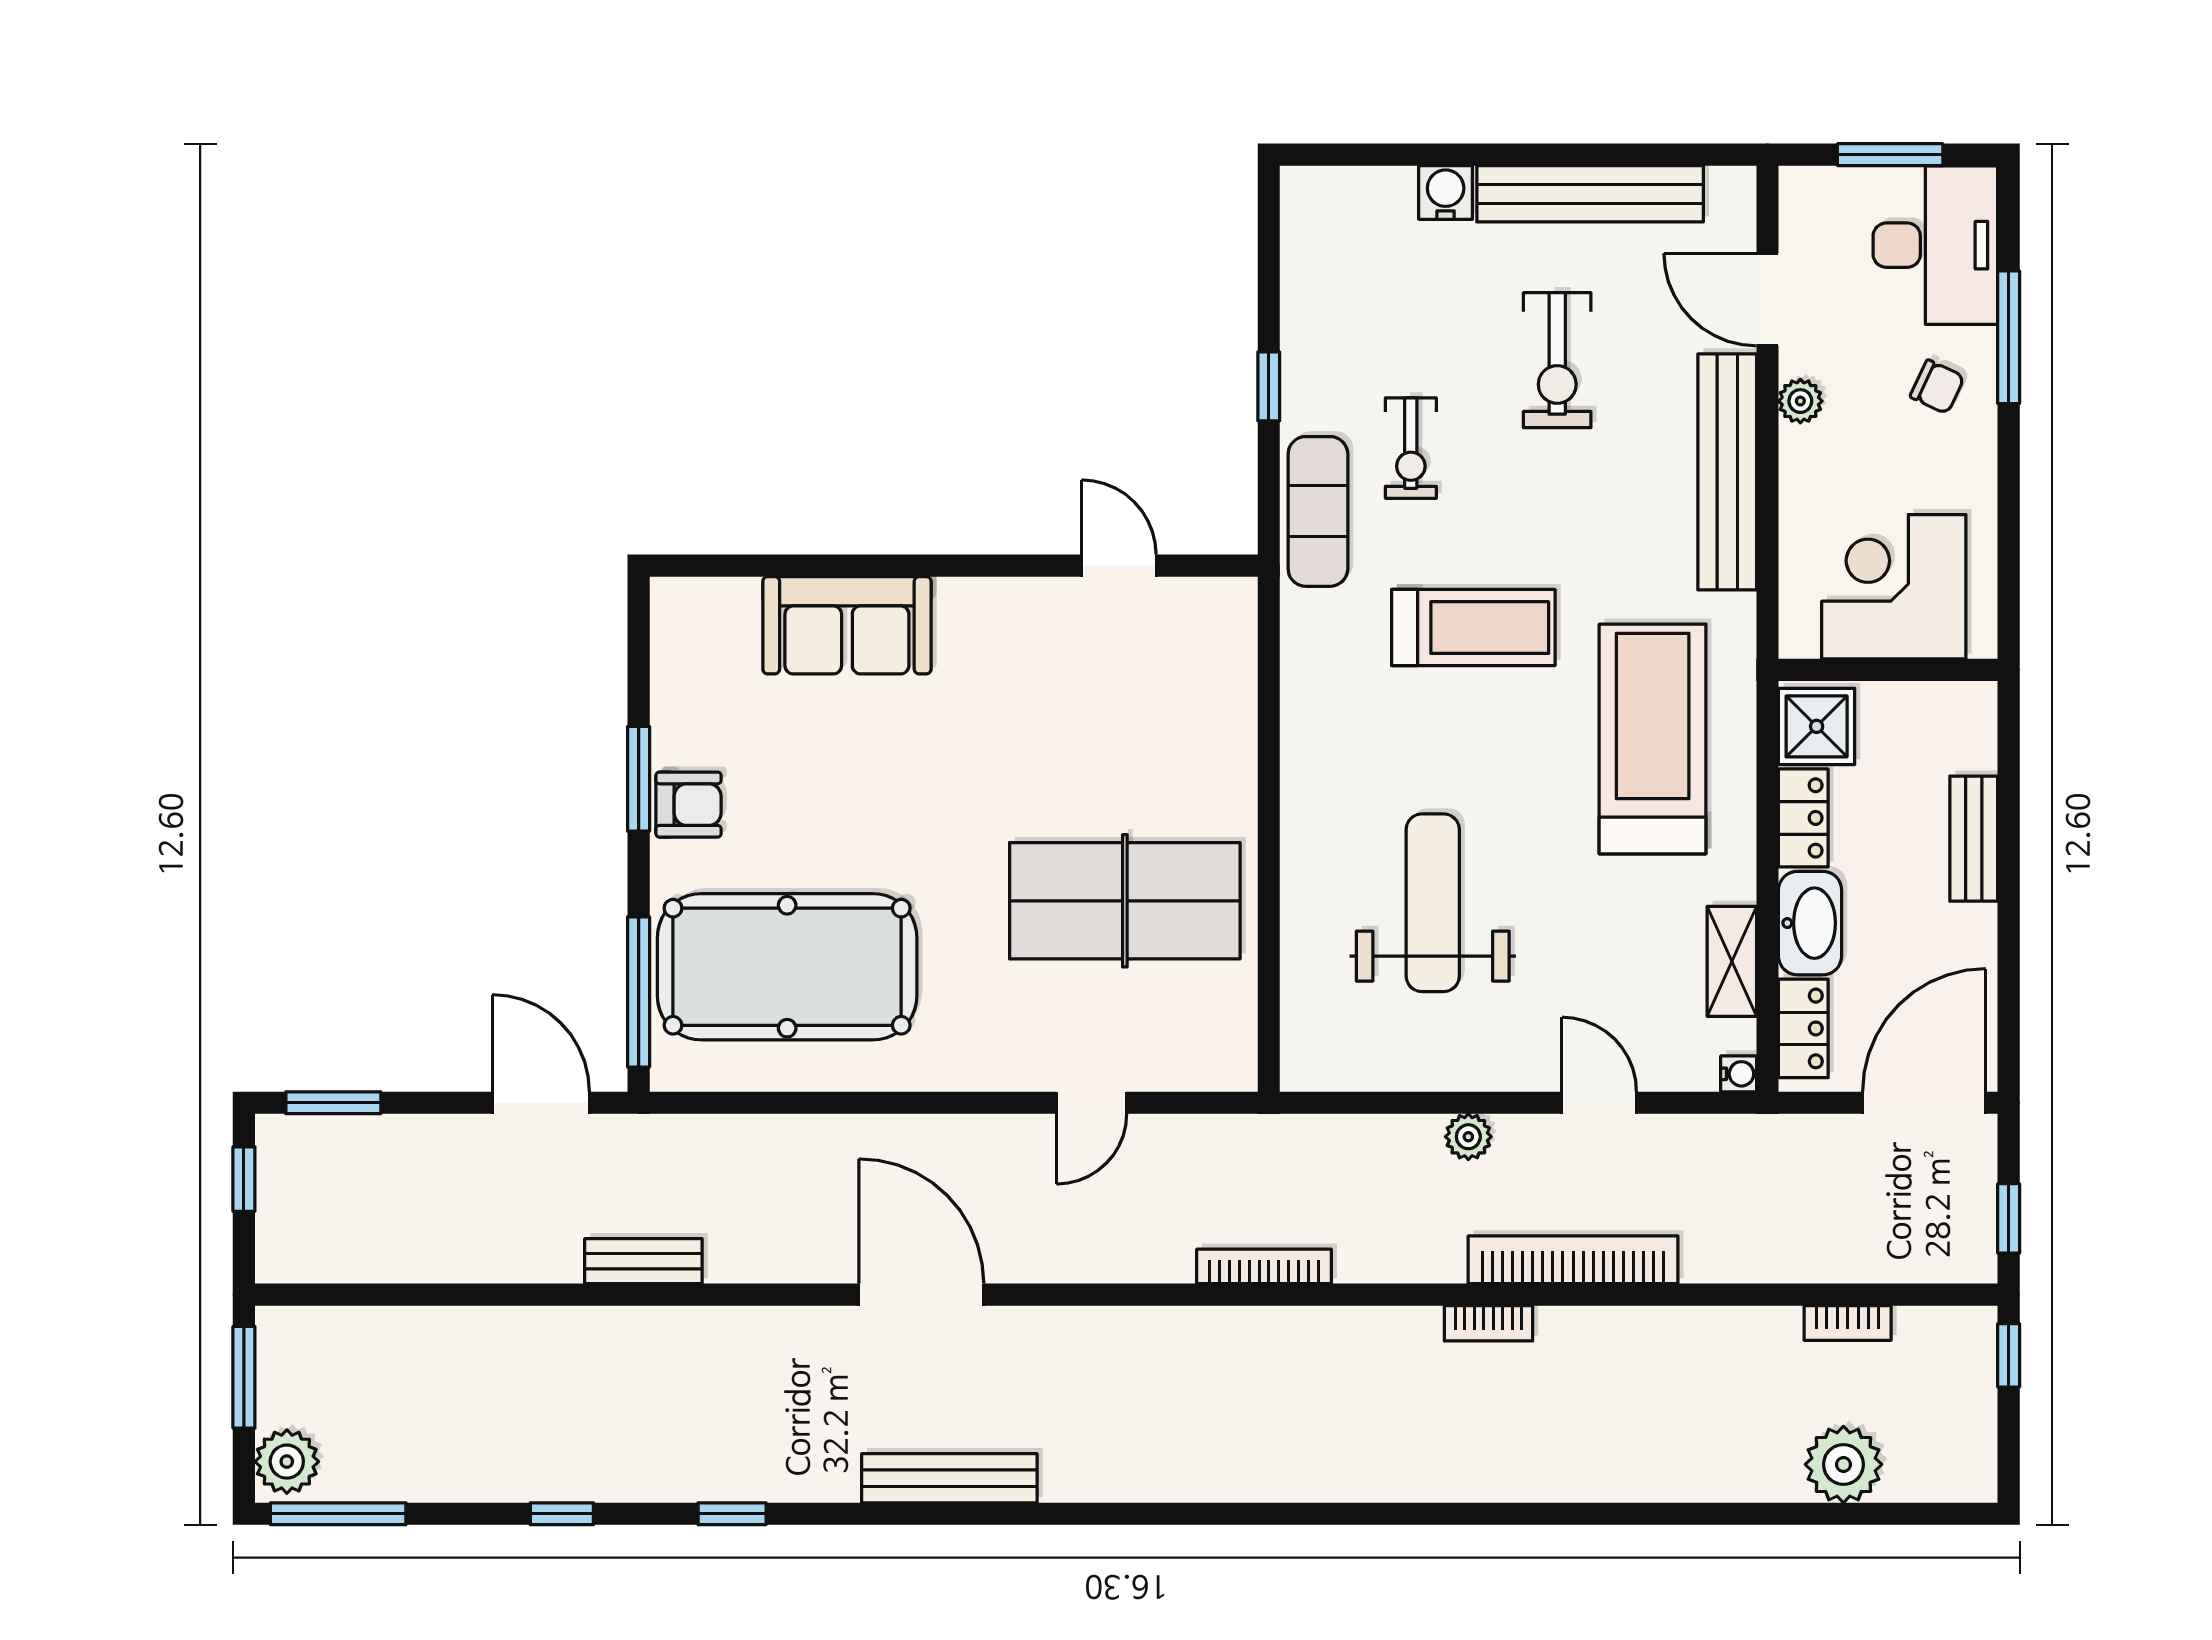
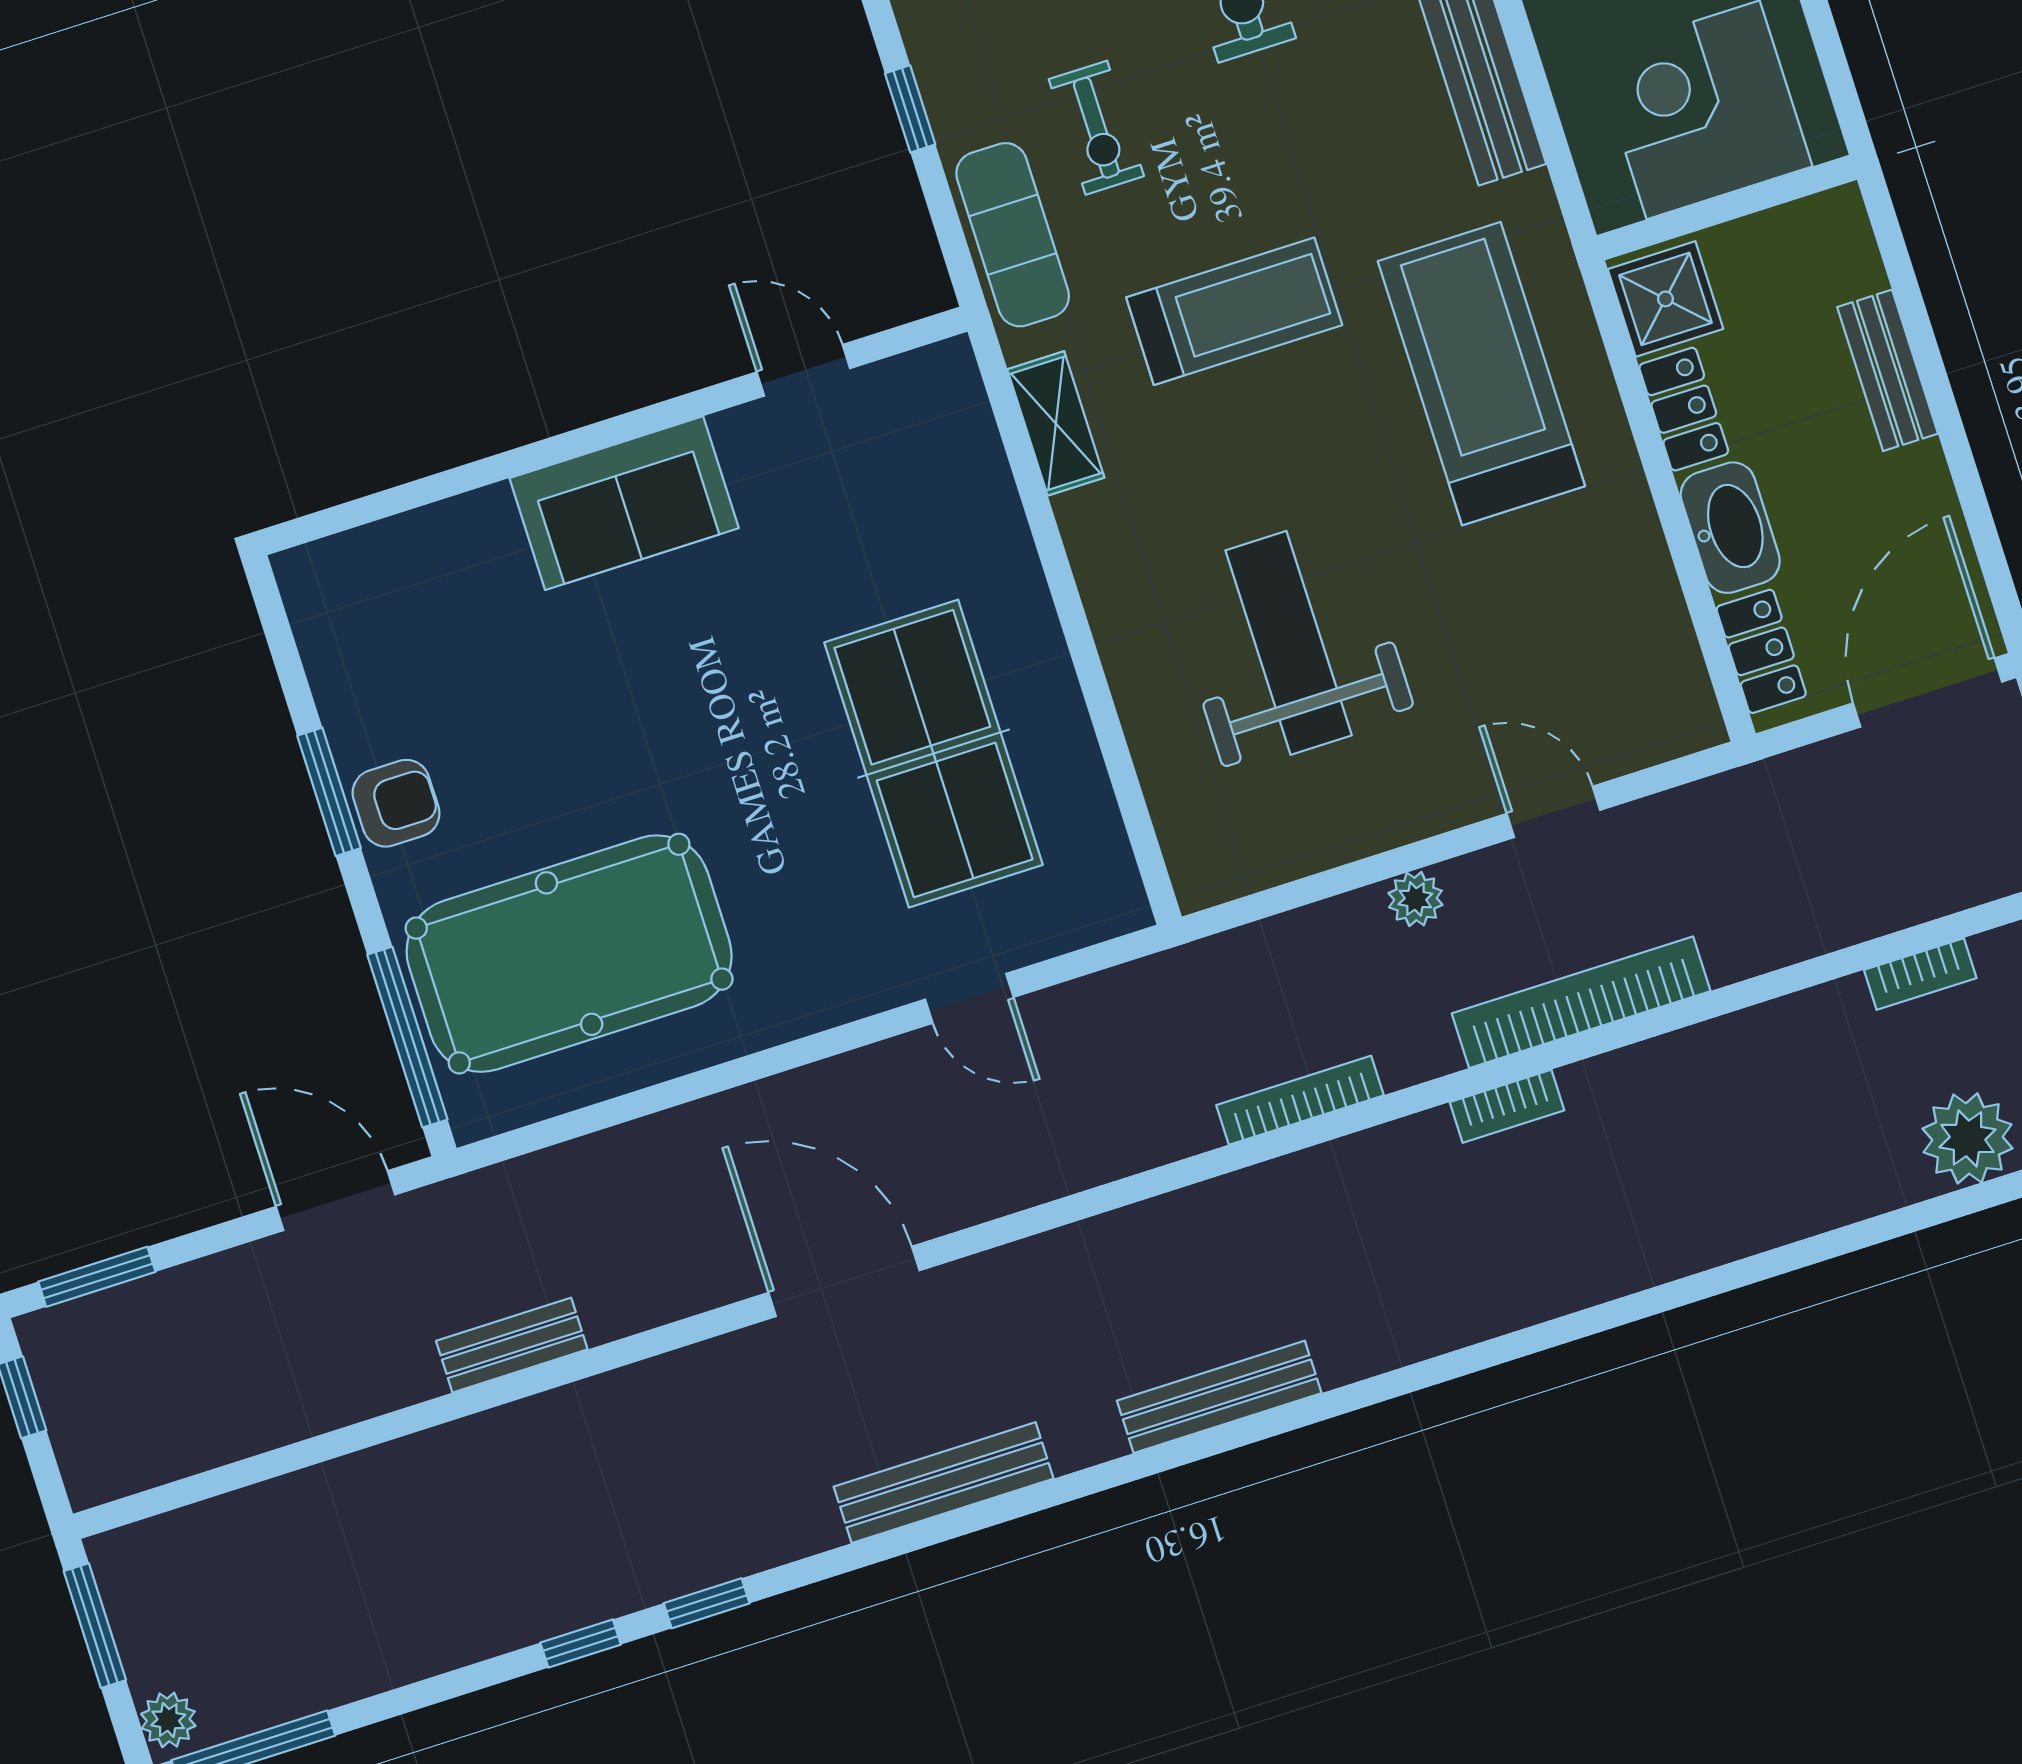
sofa: (847, 625) -> (624, 503), moved
table tennis table: (1125, 901) -> (933, 754), turned 90
shelving: (1732, 961) -> (1056, 423), moved
water cooler: (1739, 1074) -> (1703, 727), removed
door: (1092, 1103) -> (969, 998), hinge flipped
bookcase: (1264, 1266) -> (1300, 1100), moved
plant: (287, 1462) -> (168, 1720), width x0.73, depth x0.73
bench: (1188, 1480) -> (1219, 1397), added
window: (562, 1514) -> (581, 1644), moved

